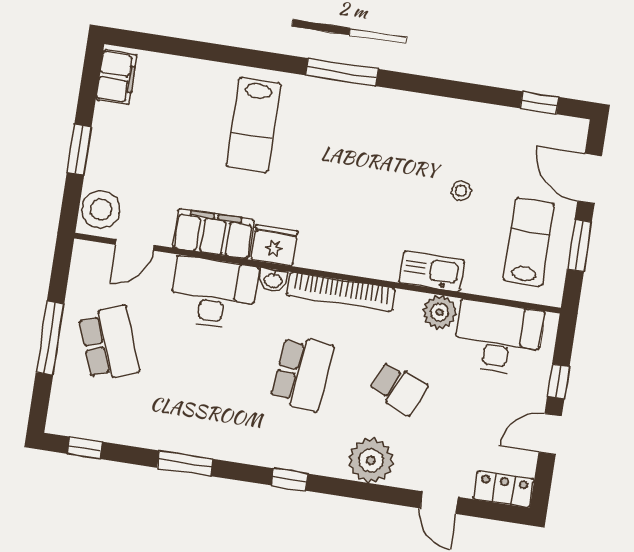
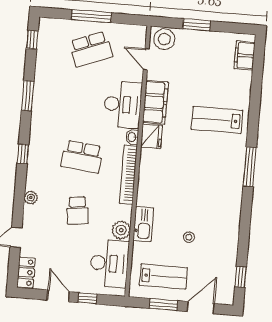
filing cabinet: (116, 77) -> (245, 56), moved, turned 90
school desk: (398, 388) -> (78, 210), turned -30
plant: (371, 460) -> (31, 198), width x0.53, depth x0.53

